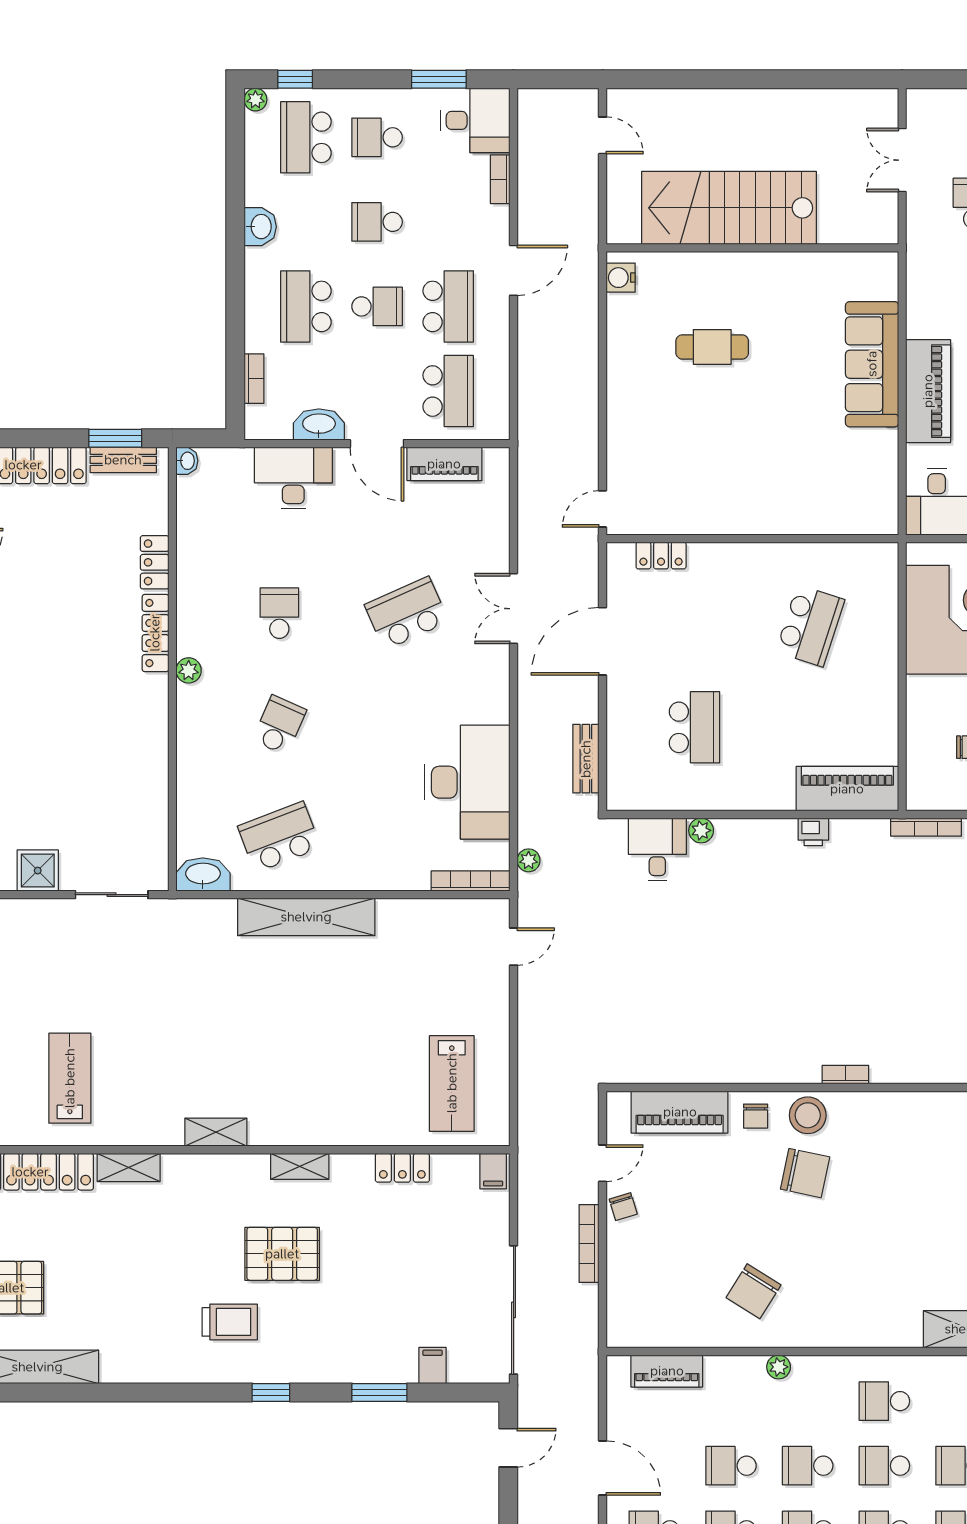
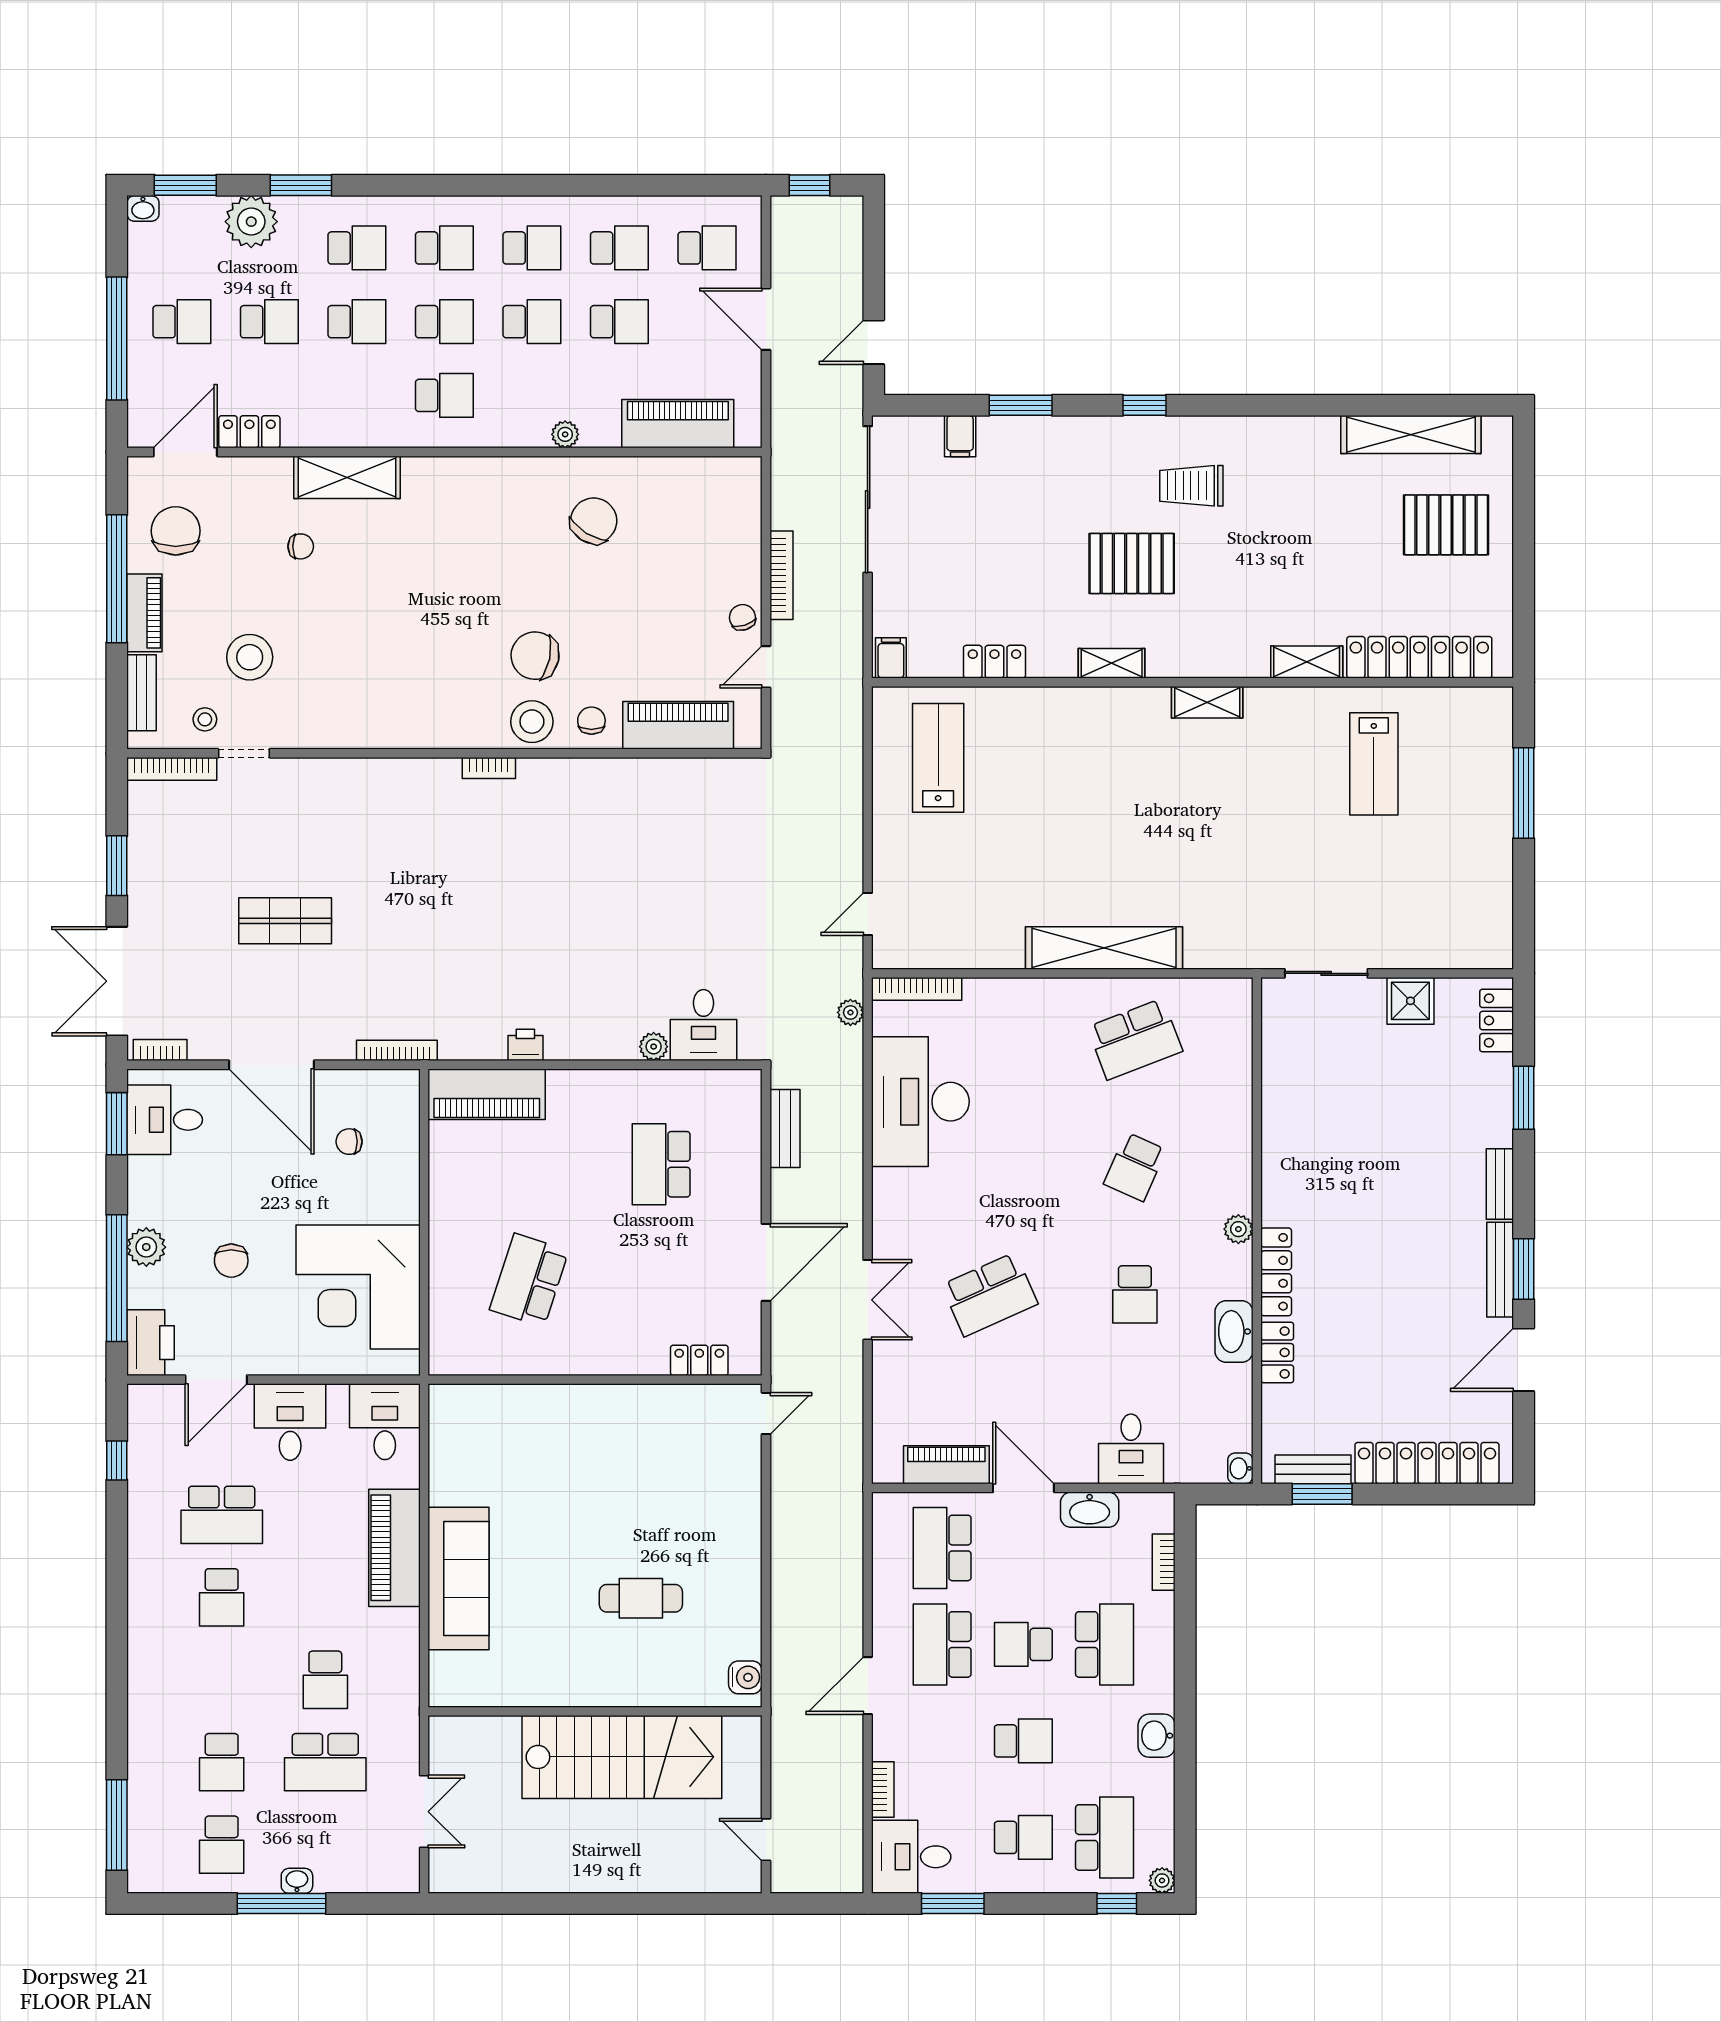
desk: (293, 478) -> (1131, 1449), width x0.73
washbasin: (203, 874) -> (1234, 1332), moved, turned 90
piano: (667, 1371) -> (678, 424), width x1.37, depth x1.33

